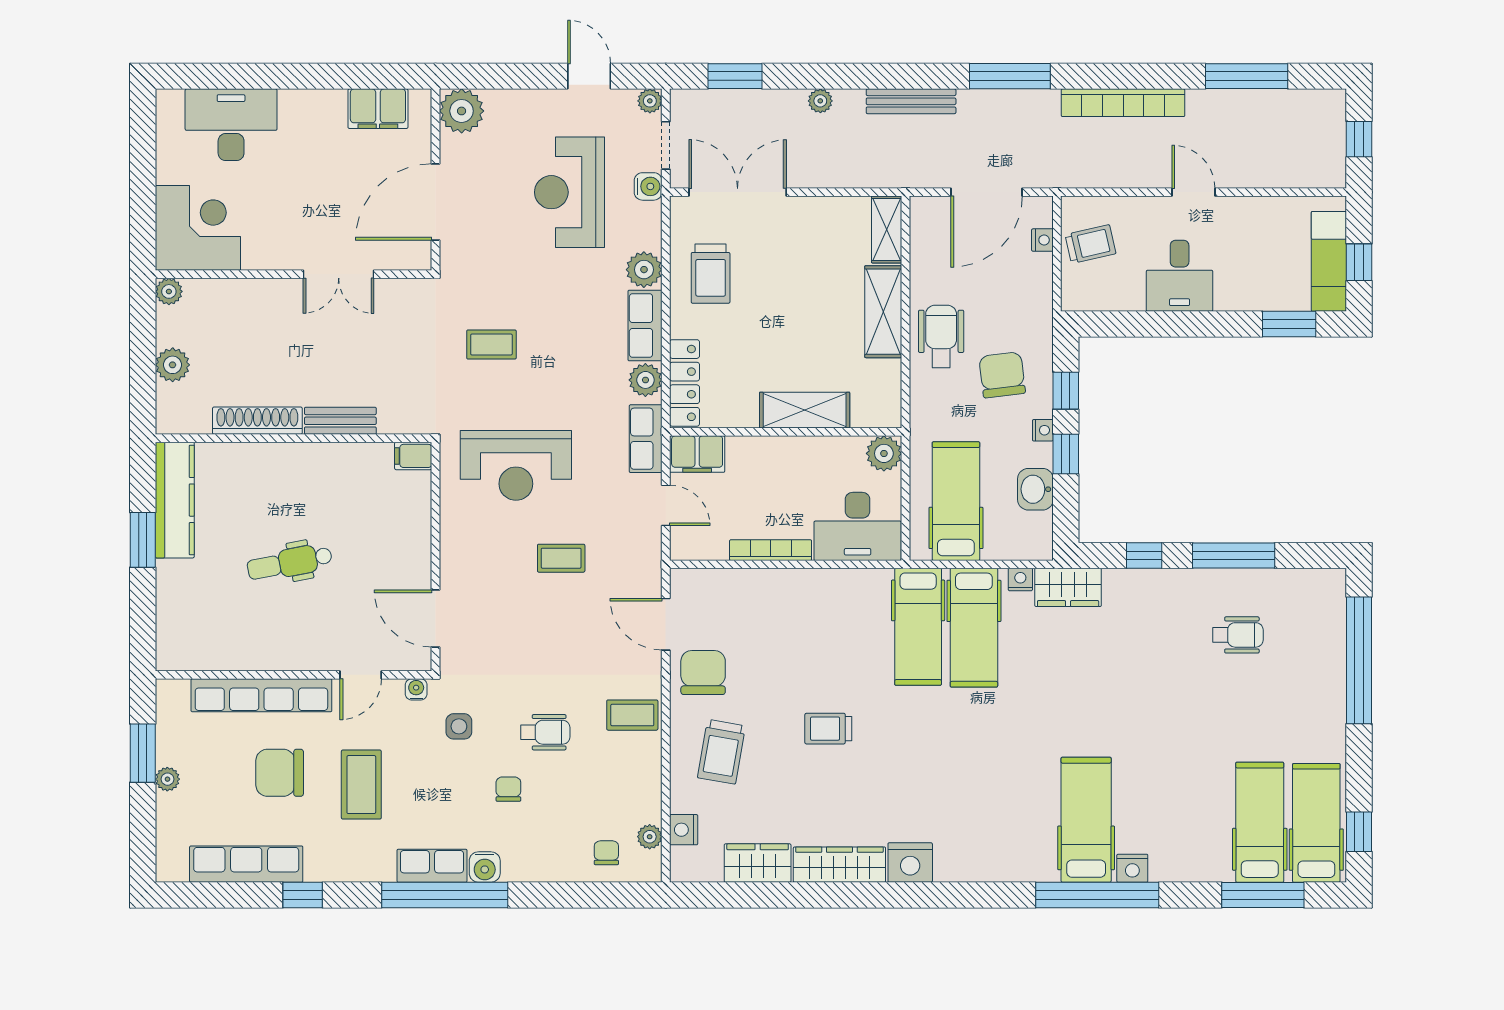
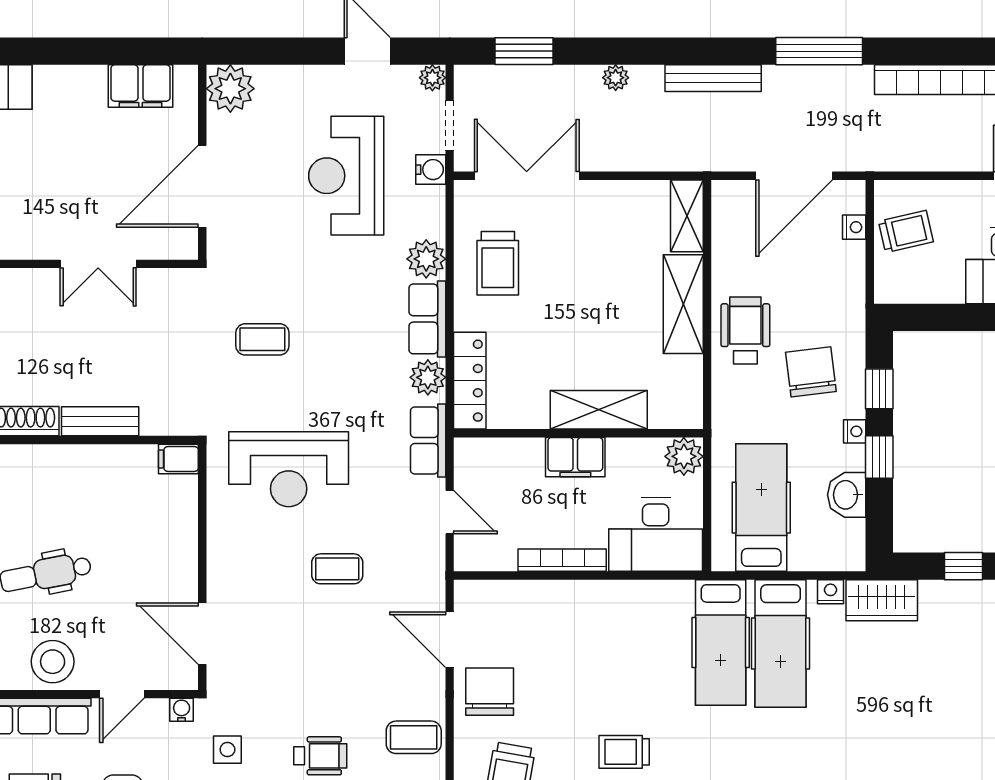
filing cabinet: (697, 454) -> (575, 457), moved
stool: (296, 645) -> (53, 662), added

